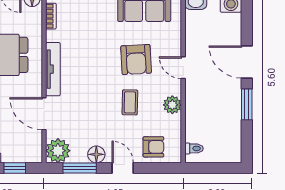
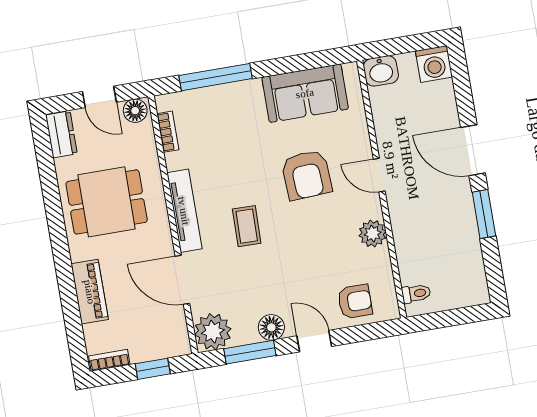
coffee table: (130, 102) -> (247, 226), moved

